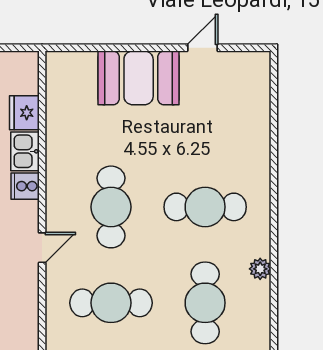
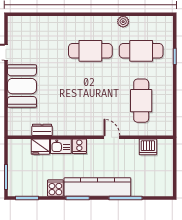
dresser: (56, 116) -> (42, 130), added
cafe table: (111, 207) -> (90, 101), removed
cafe table: (205, 207) -> (90, 51), turned 90
dishwasher: (24, 316) -> (148, 147), added

